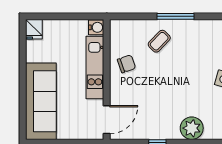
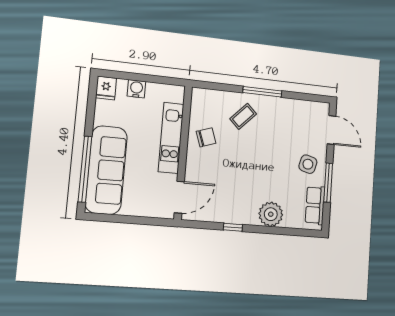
water cooler: (96, 27) -> (136, 89), moved, turned -90
window: (23, 102) -> (85, 169), added

